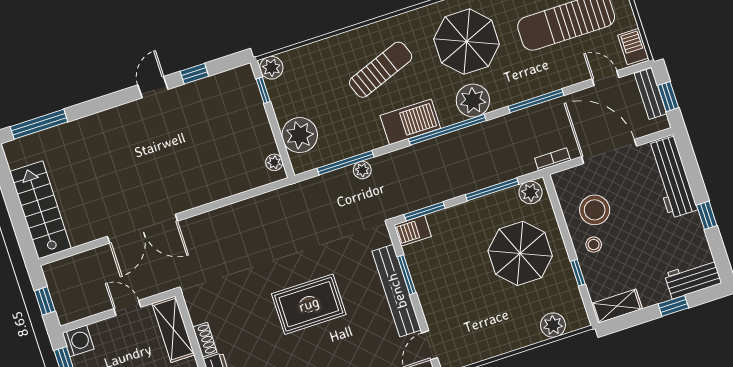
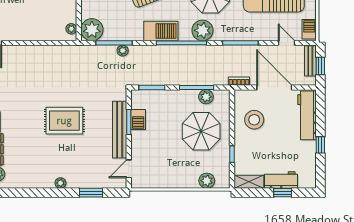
plant: (300, 135) -> (92, 30), moved
plant: (530, 192) -> (206, 97), moved
barbecue: (413, 231) -> (138, 119), moved, turned -90
stool: (594, 245) -> (247, 140), removed
workbench: (693, 278) -> (281, 180), moved

